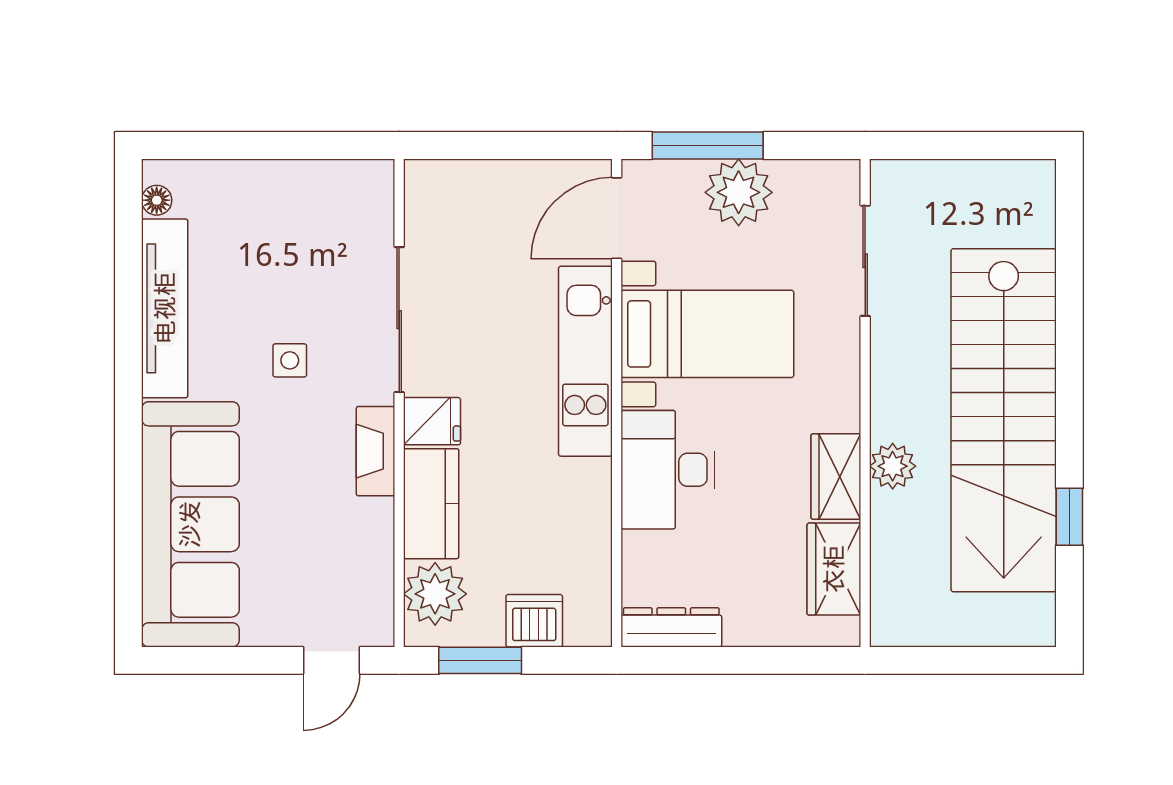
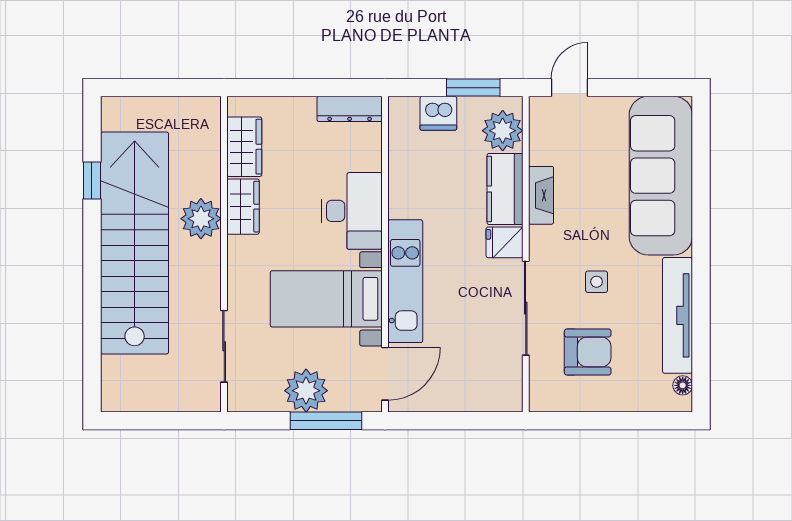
armchair: (303, 252) -> (588, 352), added
fireplace: (376, 451) -> (541, 195), moved
plant: (893, 466) -> (201, 219), width x1.36, depth x1.36

